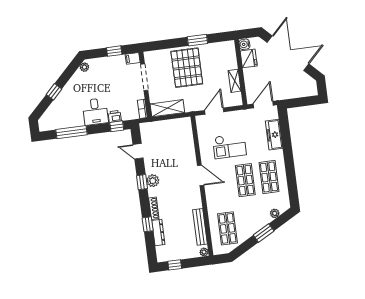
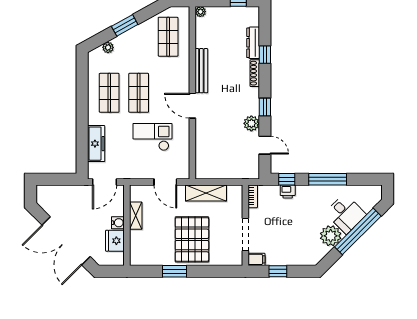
water cooler: (244, 44) -> (118, 223), moved
plant: (84, 67) -> (331, 236), moved, width x1.88, depth x1.88
window: (54, 92) -> (358, 231), width x3.17
shelving: (167, 108) -> (206, 193), moved
door: (214, 111) -> (165, 182), hinge flipped
desk: (95, 112) -> (346, 214), moved, turned 135
window: (71, 132) -> (328, 179), moved
plant: (153, 181) -> (251, 123), moved
bench: (200, 227) -> (201, 71), moved

